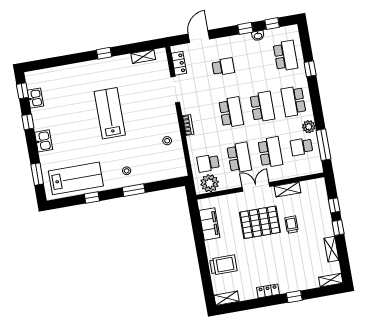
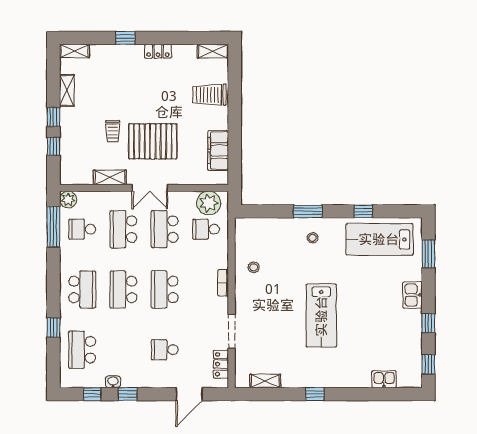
kitchen sink: (35, 98) -> (384, 379), moved, turned 90
plant: (309, 127) -> (68, 200), moved
school desk: (301, 147) -> (82, 229), turned 180
school desk: (208, 163) -> (206, 229), turned 180

